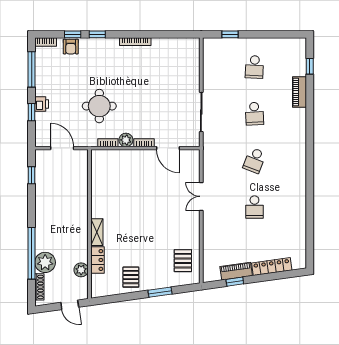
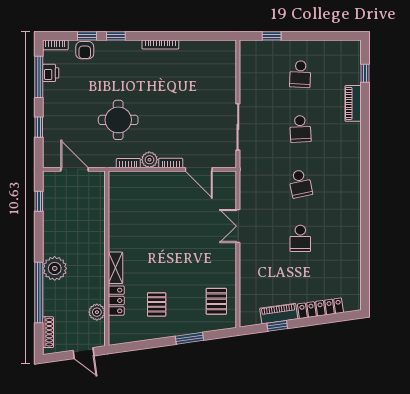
printer: (42, 104) -> (51, 73), moved
school desk: (254, 160) -> (300, 184), turned -33
plant: (45, 262) -> (55, 268), moved
pallet: (131, 277) -> (157, 304), moved

